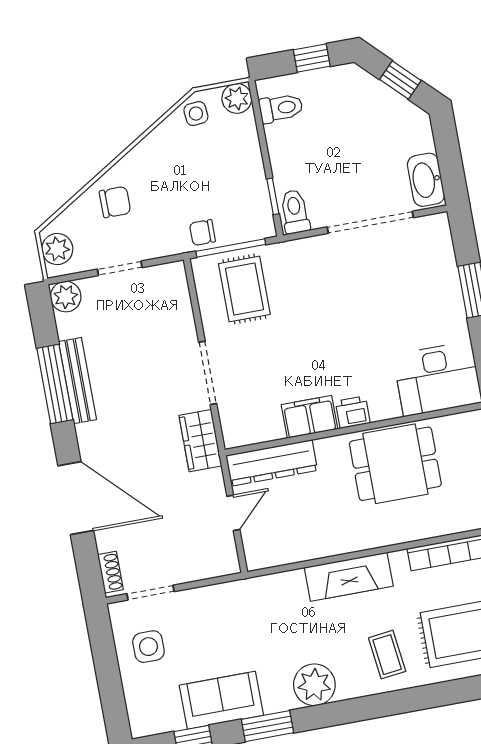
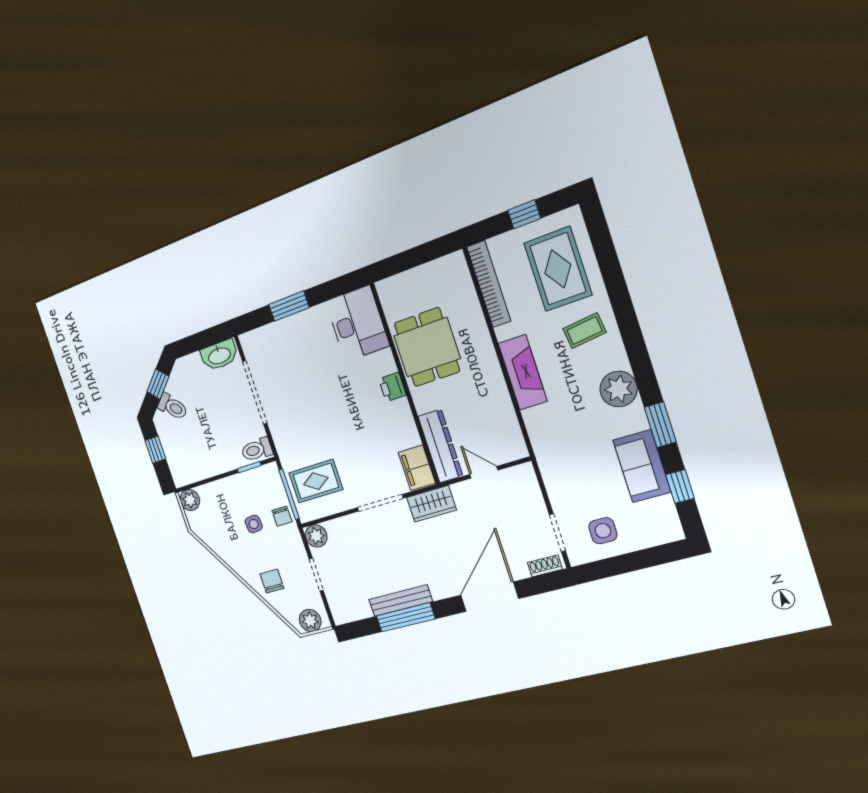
toilet: (281, 108) -> (172, 407), moved, turned 135
side table: (196, 114) -> (254, 524), moved
plant: (66, 297) -> (316, 536), moved
filing cabinet: (310, 417) -> (417, 468), moved

